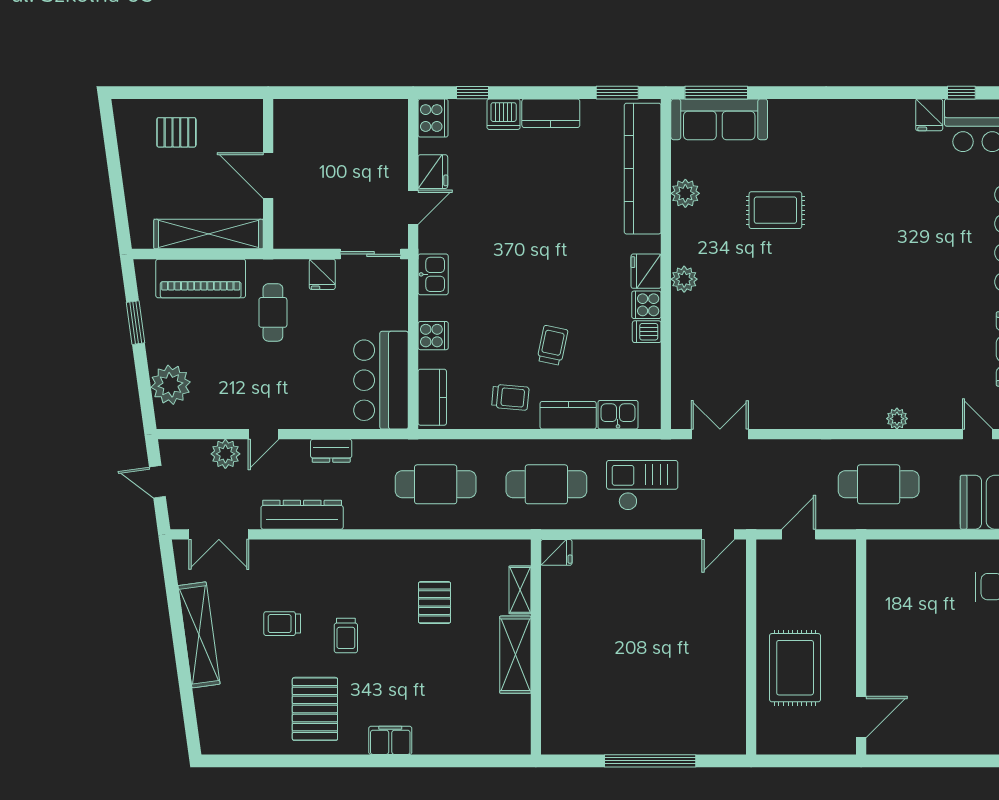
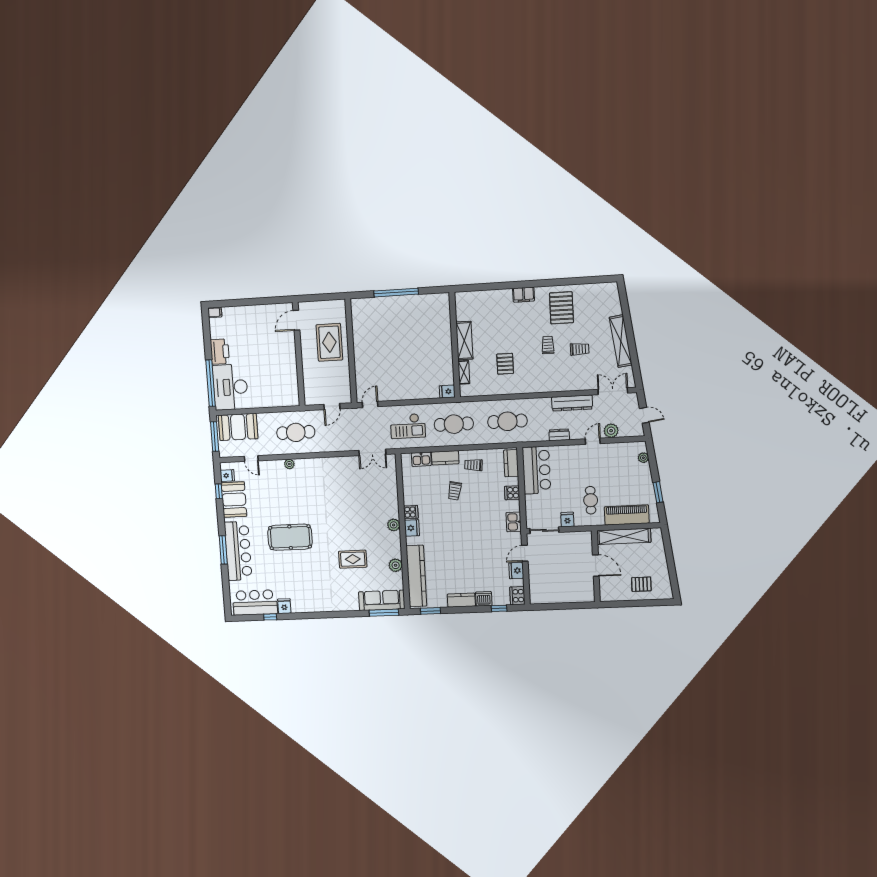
pool table: (906, 263) -> (290, 537), added
dishwasher: (647, 332) -> (410, 499), removed
plant: (171, 385) -> (643, 458), width x0.53, depth x0.53

